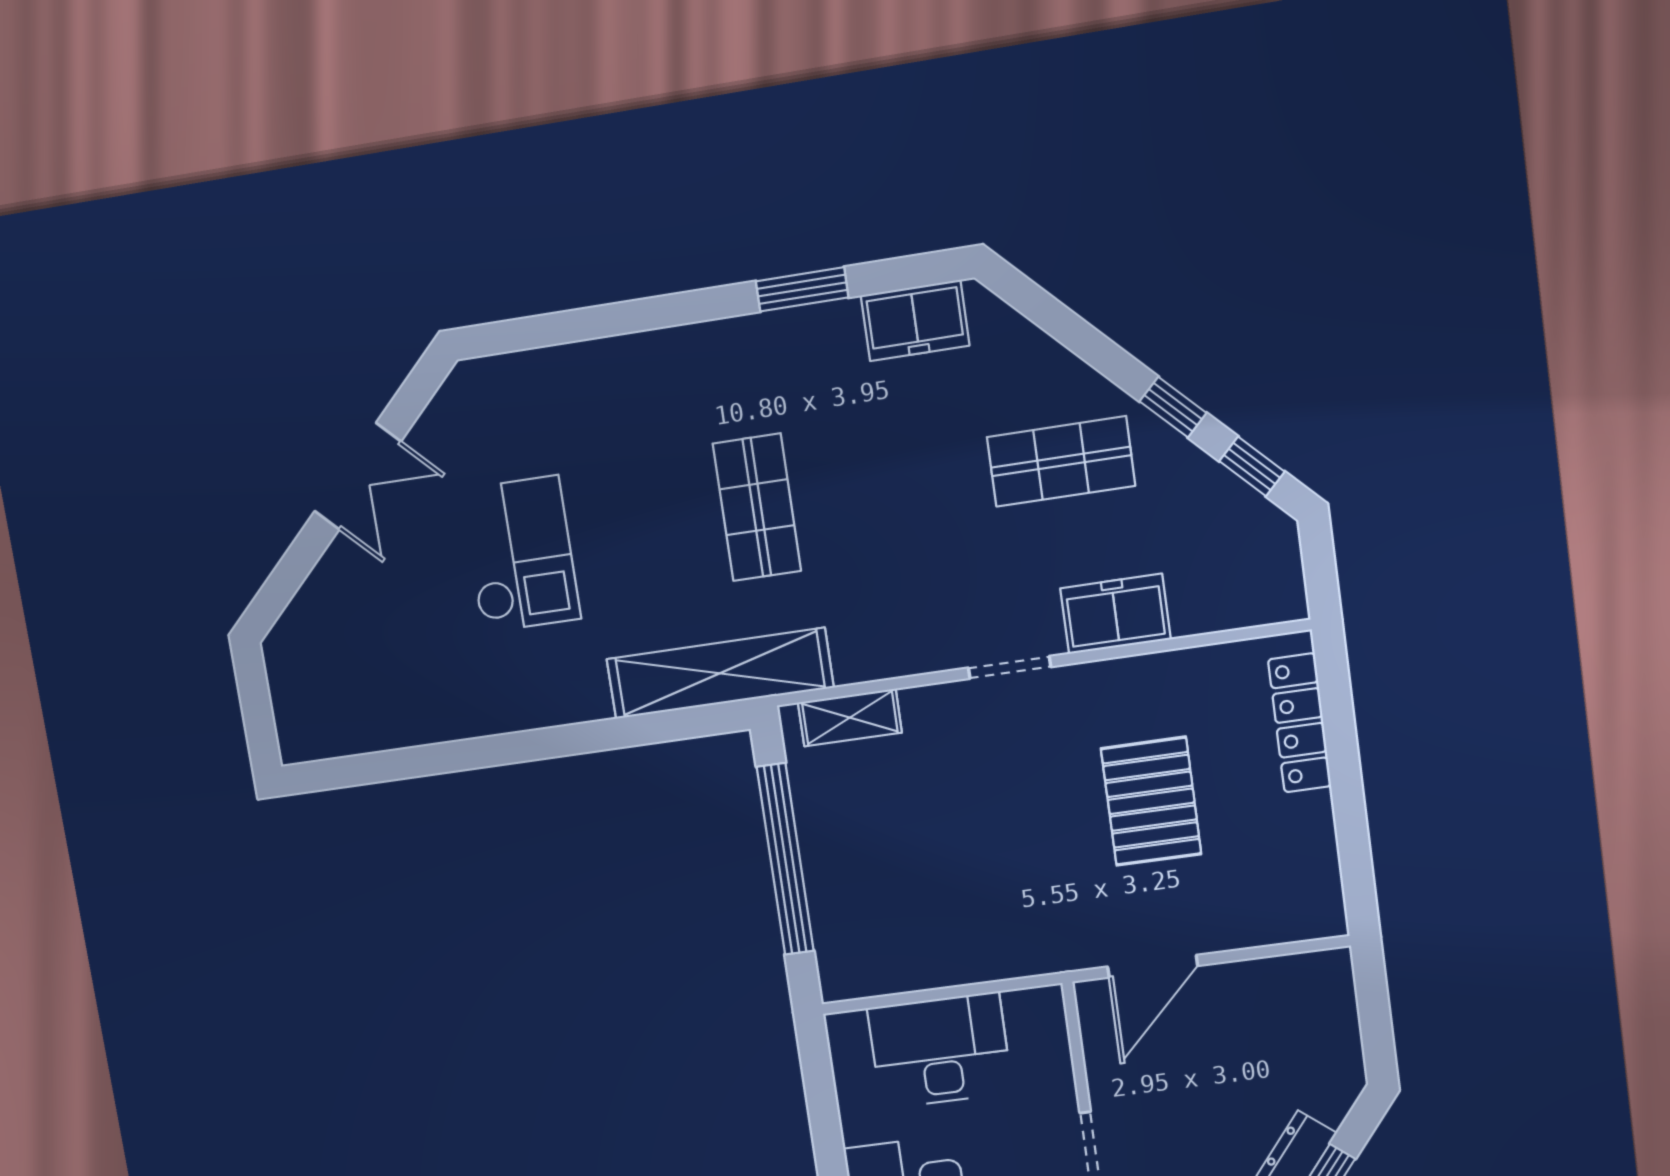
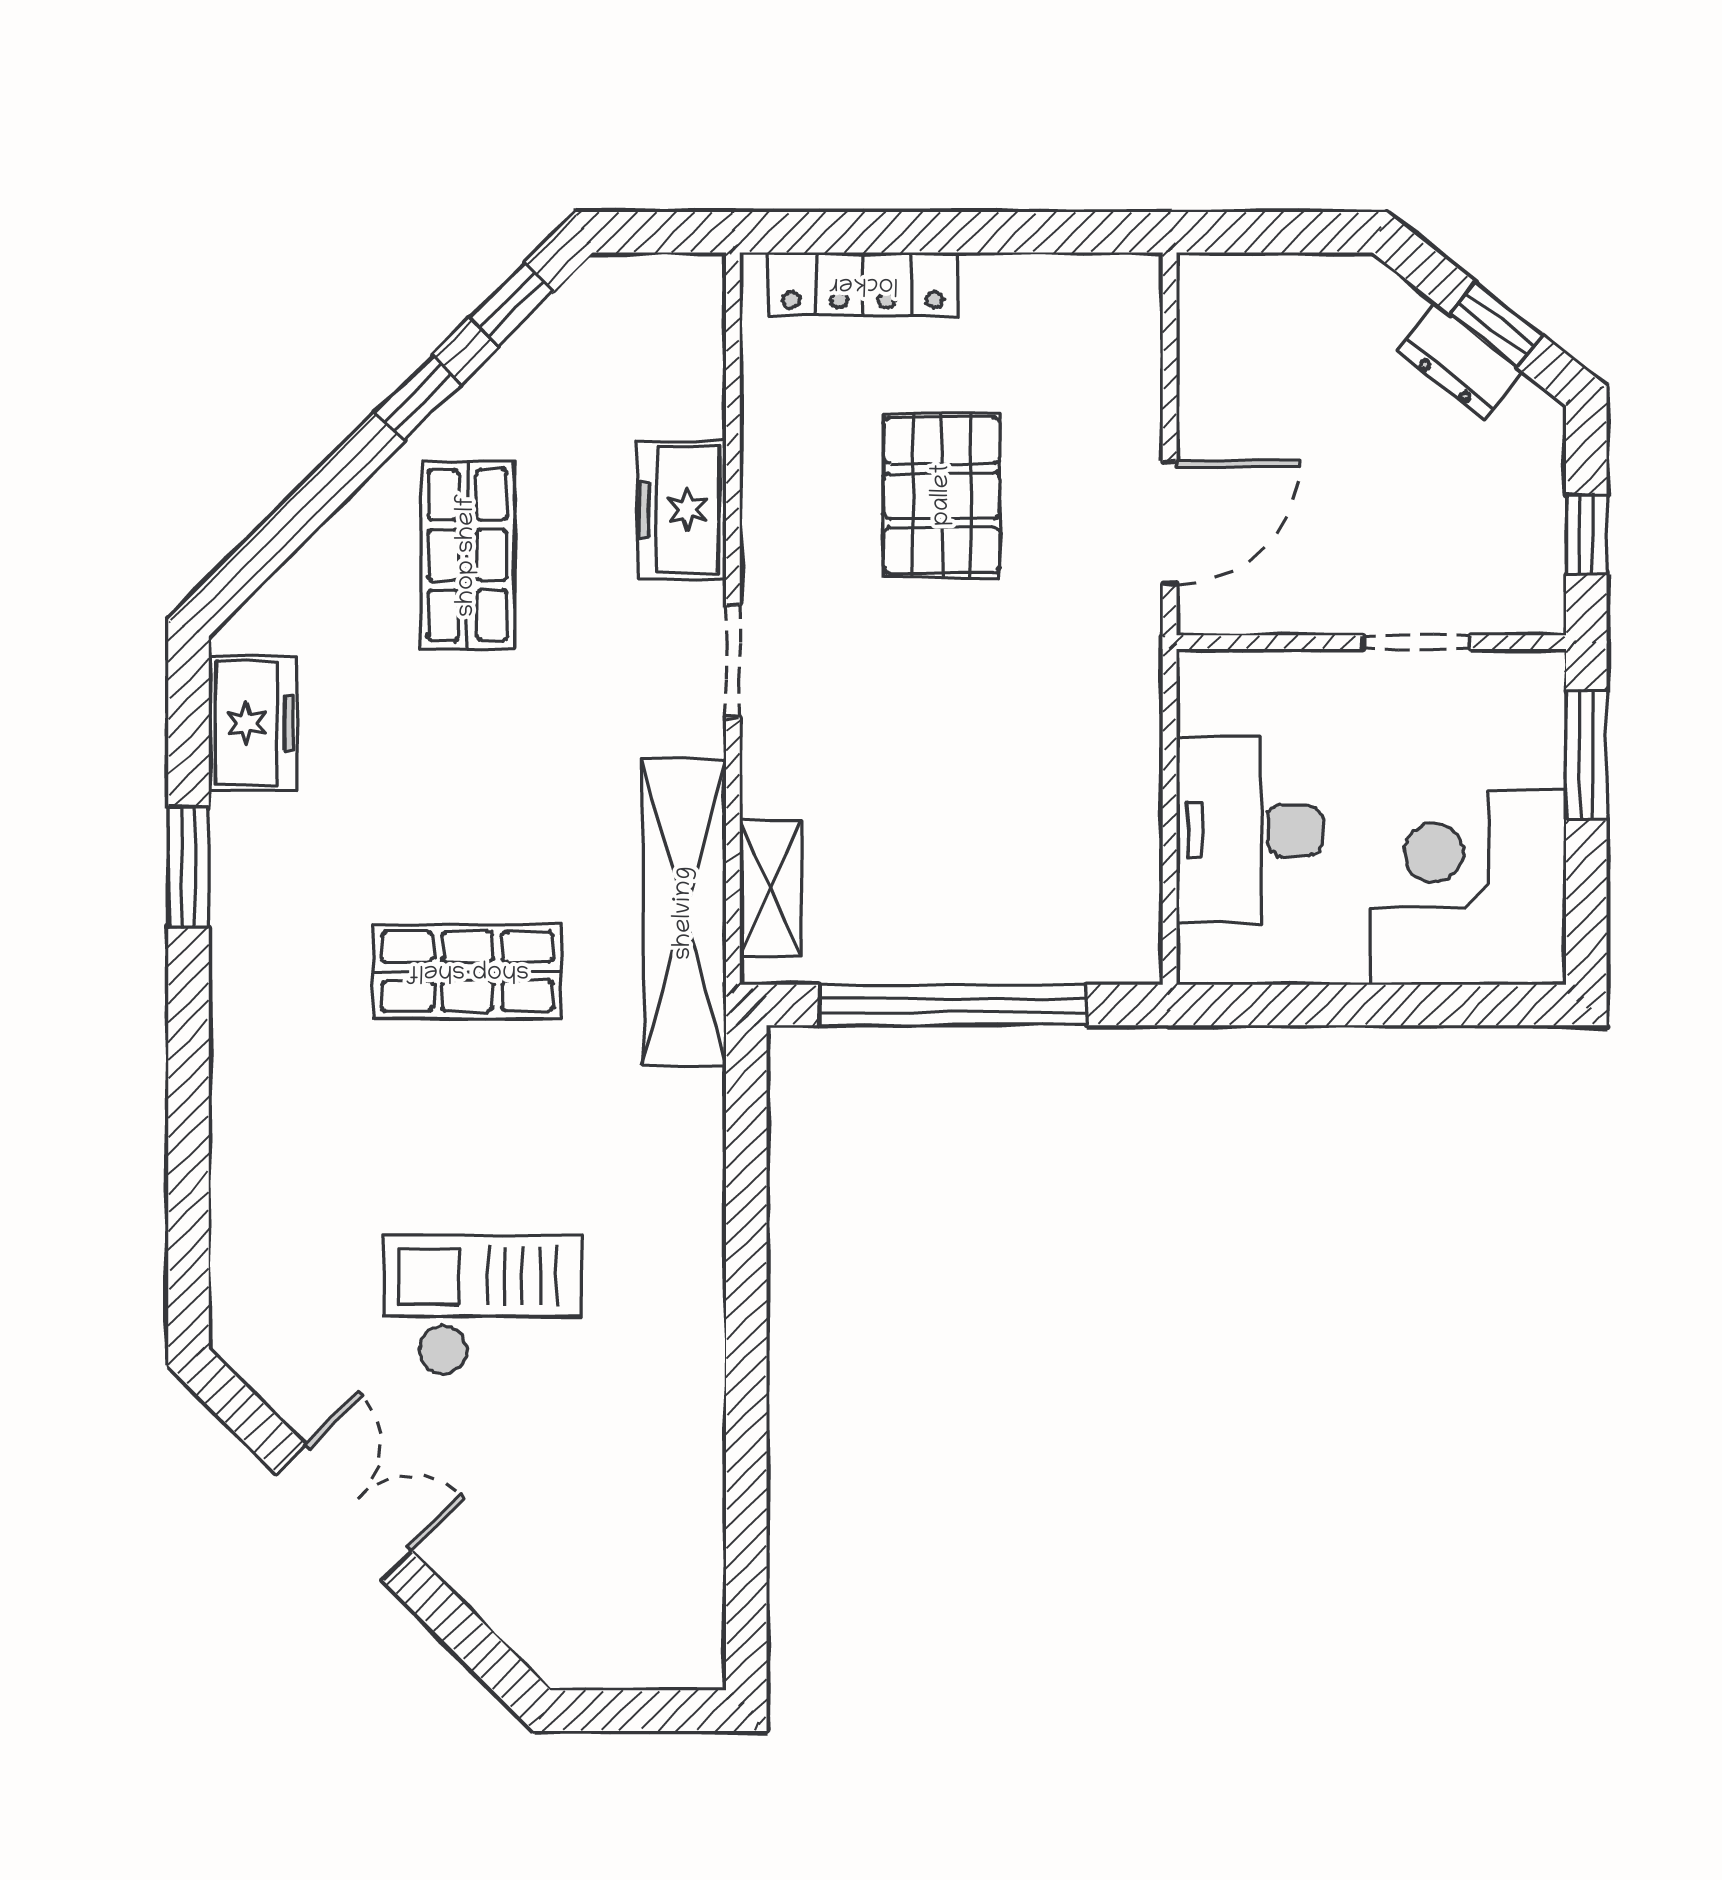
shelving: (720, 673) -> (684, 913), moved
pallet: (1151, 801) -> (942, 495), turned 90
door: (1153, 966) -> (1170, 523), hinge flipped

